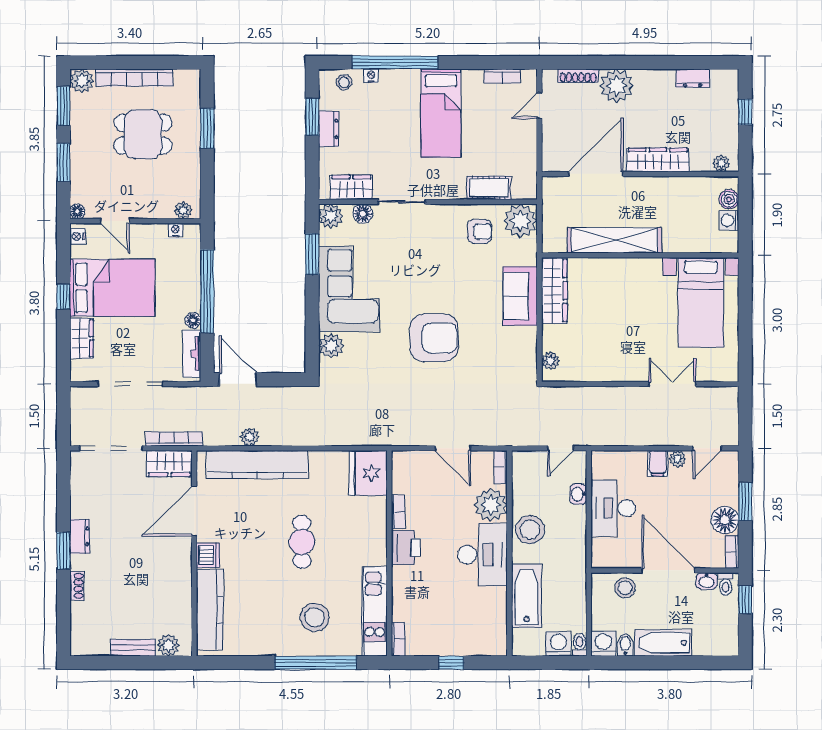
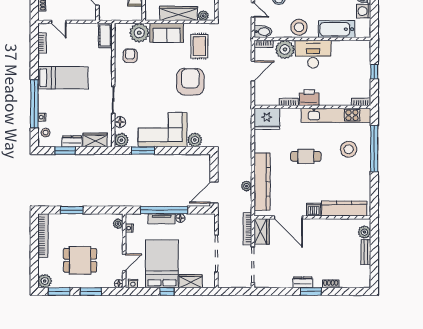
bookcase: (134, 78) -> (43, 236), moved
dining table: (143, 134) -> (80, 260), moved, turned 90
wardrobe: (351, 187) -> (95, 140), moved, turned 90
cot: (489, 188) -> (105, 35), moved
plant: (520, 221) -> (139, 33), moved
wardrobe: (554, 291) -> (179, 13), moved
tv unit: (192, 354) -> (162, 219), moved
rug: (497, 354) -> (199, 46), added
bidet: (522, 466) -> (263, 32), added
kitchen unit: (375, 611) -> (336, 115), width x1.36

